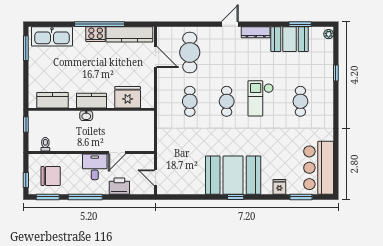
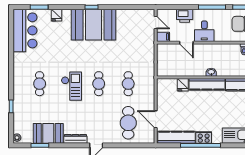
fridge: (128, 97) -> (183, 85), width x0.53, depth x0.75
kitchen counter: (92, 101) -> (207, 84), width x1.50
door: (117, 153) -> (186, 43), swing flipped
filing cabinet: (146, 160) -> (163, 37), added

